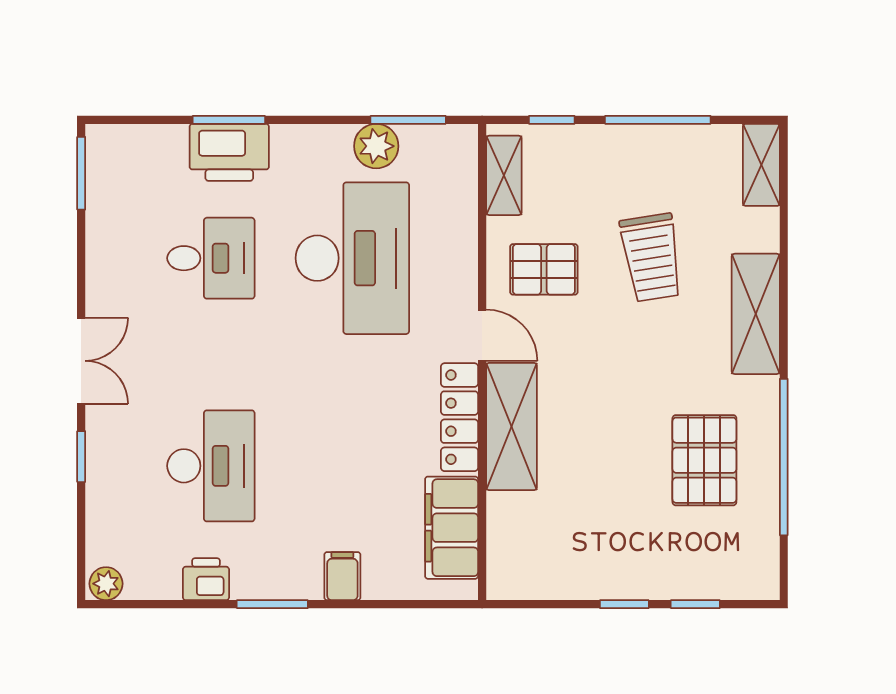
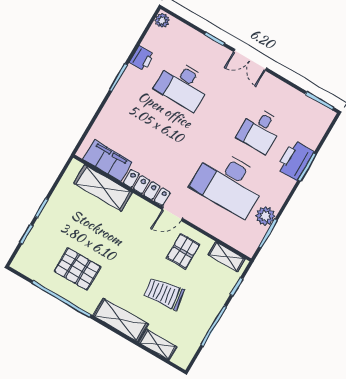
shelving: (761, 165) -> (158, 345), moved
shelving: (512, 426) -> (103, 188), moved
filing cabinet: (342, 576) -> (113, 110), removed

